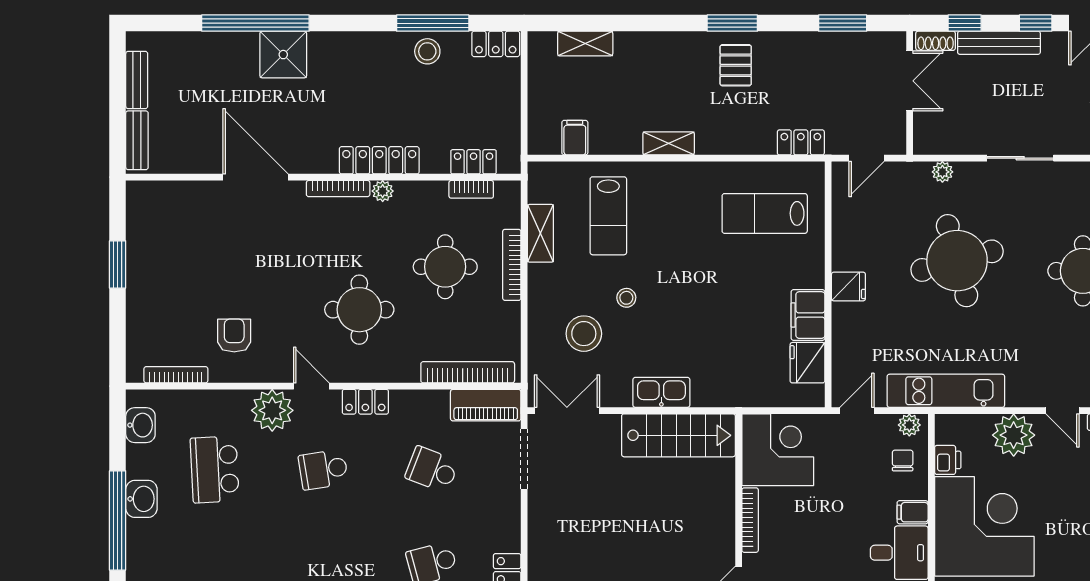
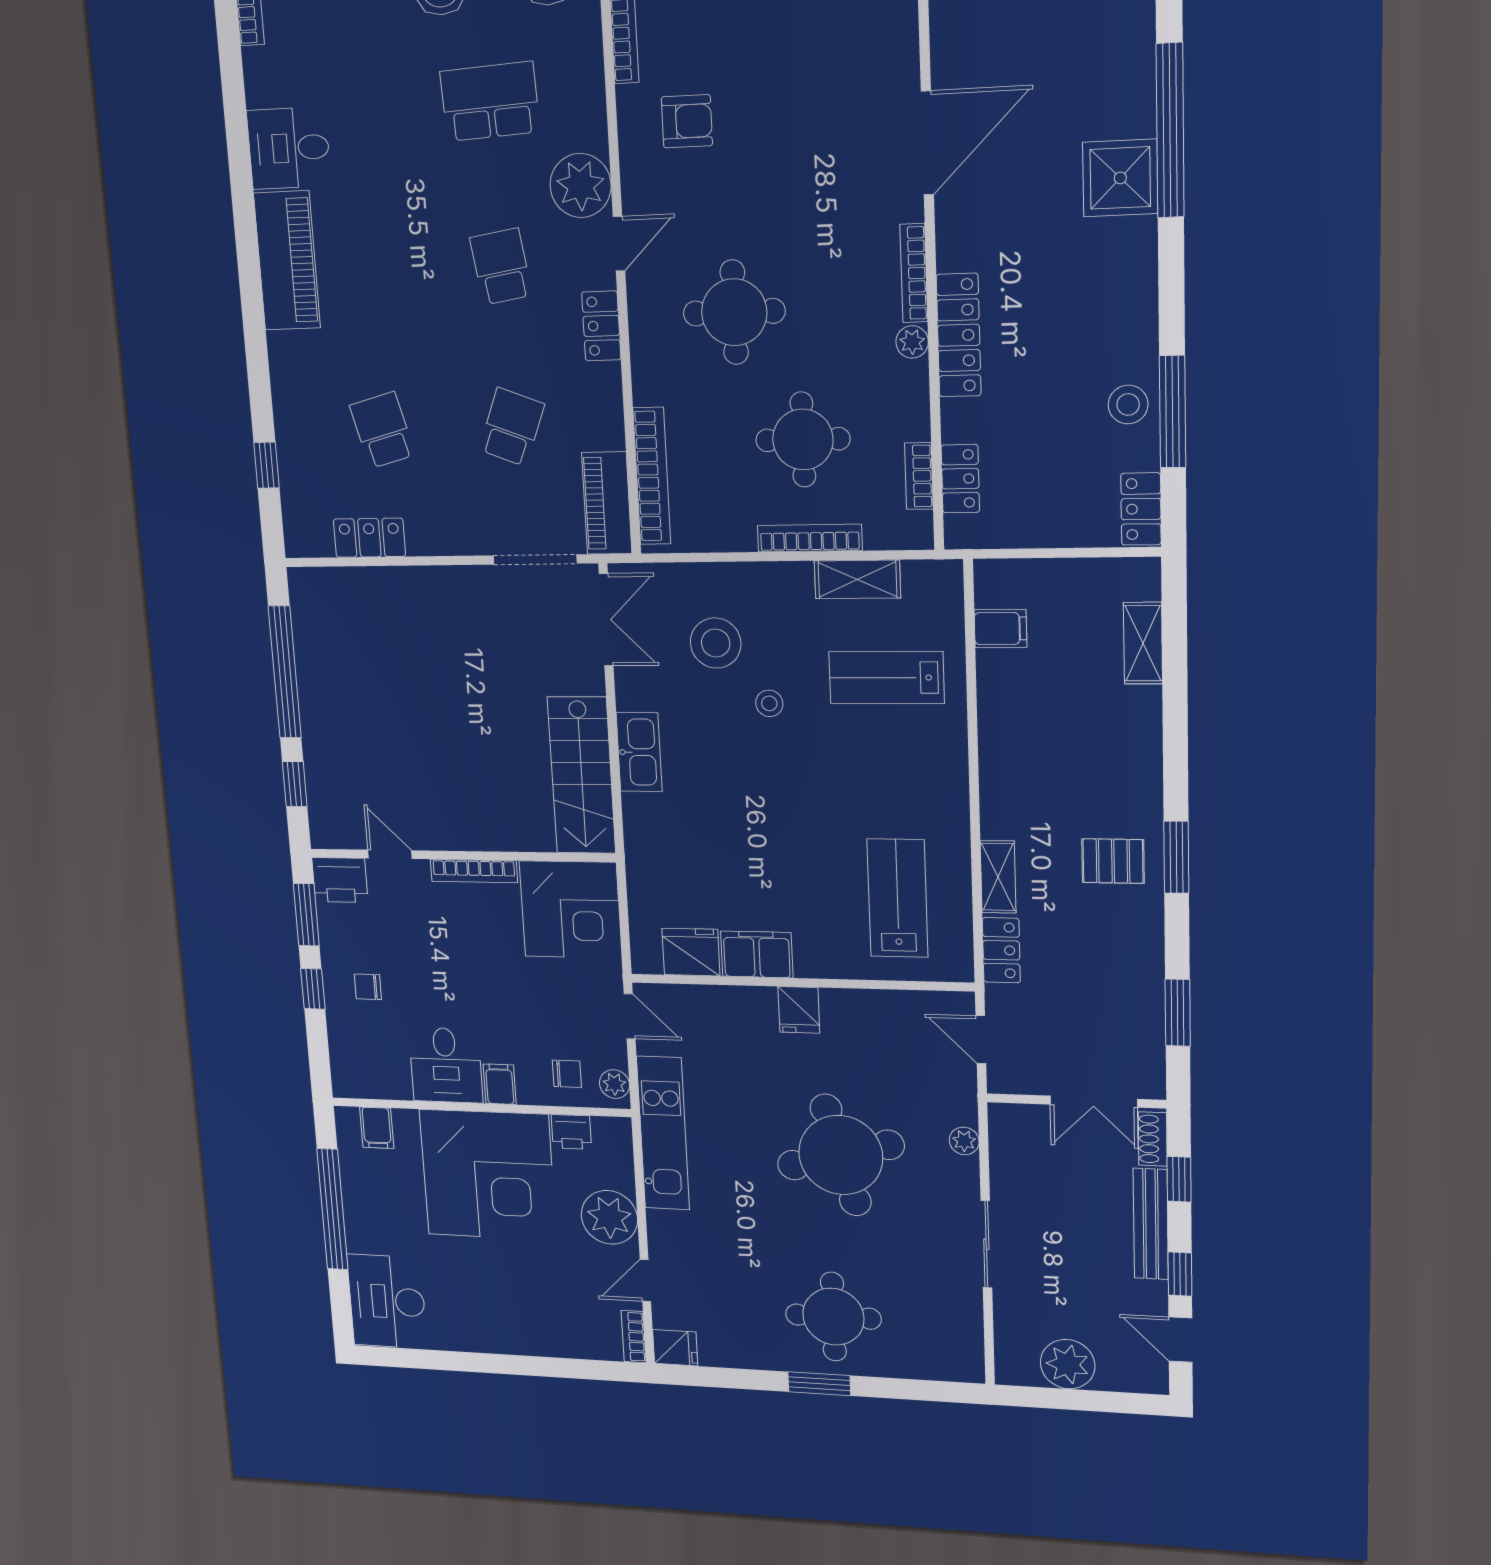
shelving: (669, 143) -> (998, 877), moved

